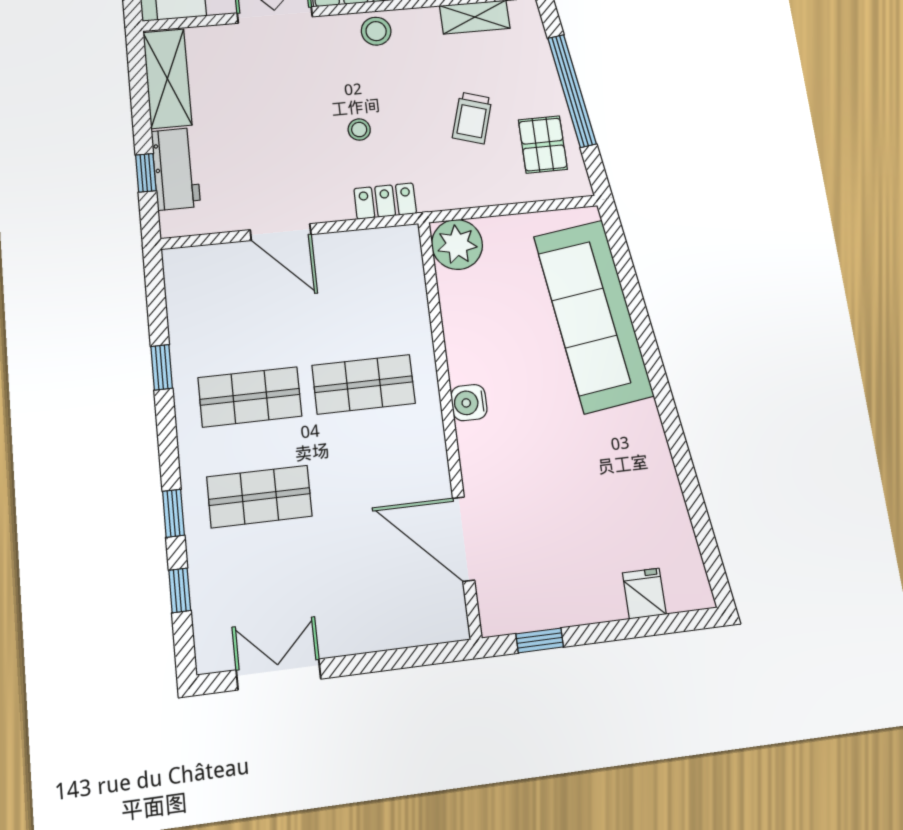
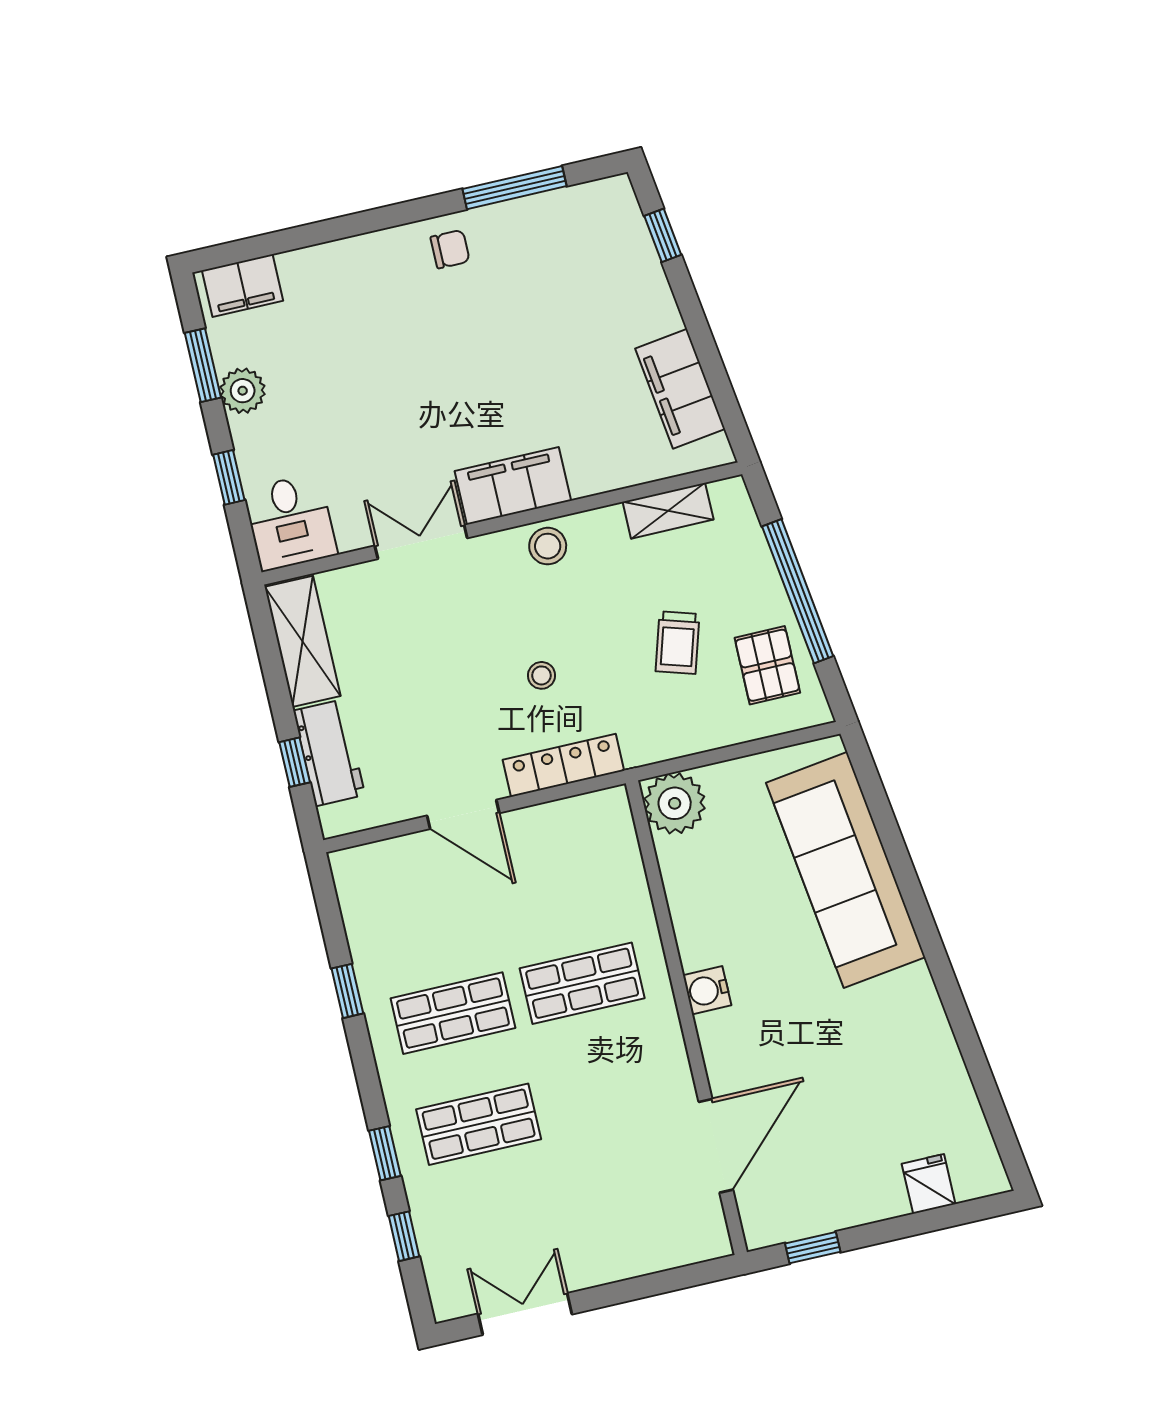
locker: (385, 201) -> (563, 765), width x1.53
door: (464, 539) -> (716, 1146), swing flipped

